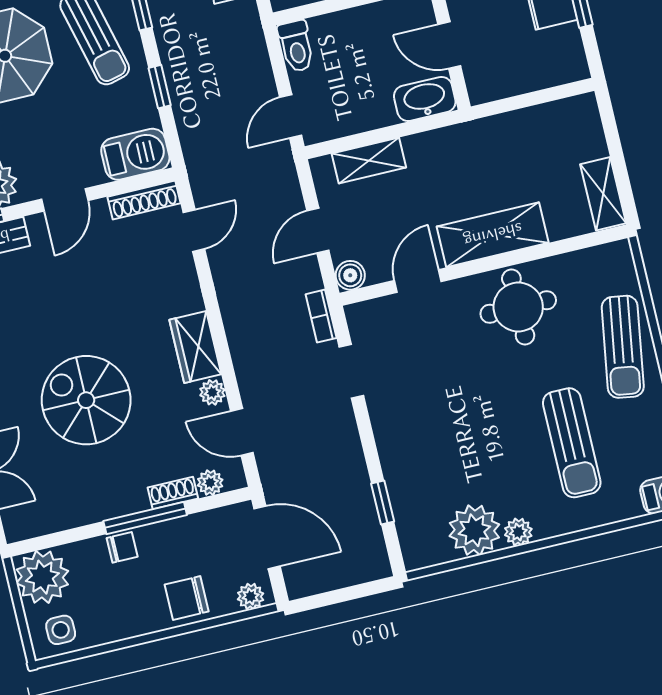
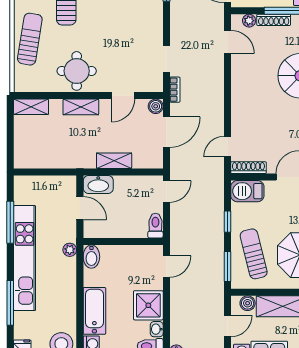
shelving: (369, 161) -> (114, 161), moved
shelving: (603, 194) -> (31, 107), moved, turned 90
door: (318, 231) -> (166, 132), width x1.38
shelving: (493, 235) -> (81, 107), width x0.67, depth x0.75
wardrobe: (195, 347) -> (240, 89), removed
plant: (212, 392) -> (237, 65), removed
shoe rack: (173, 493) -> (274, 20), width x1.43

